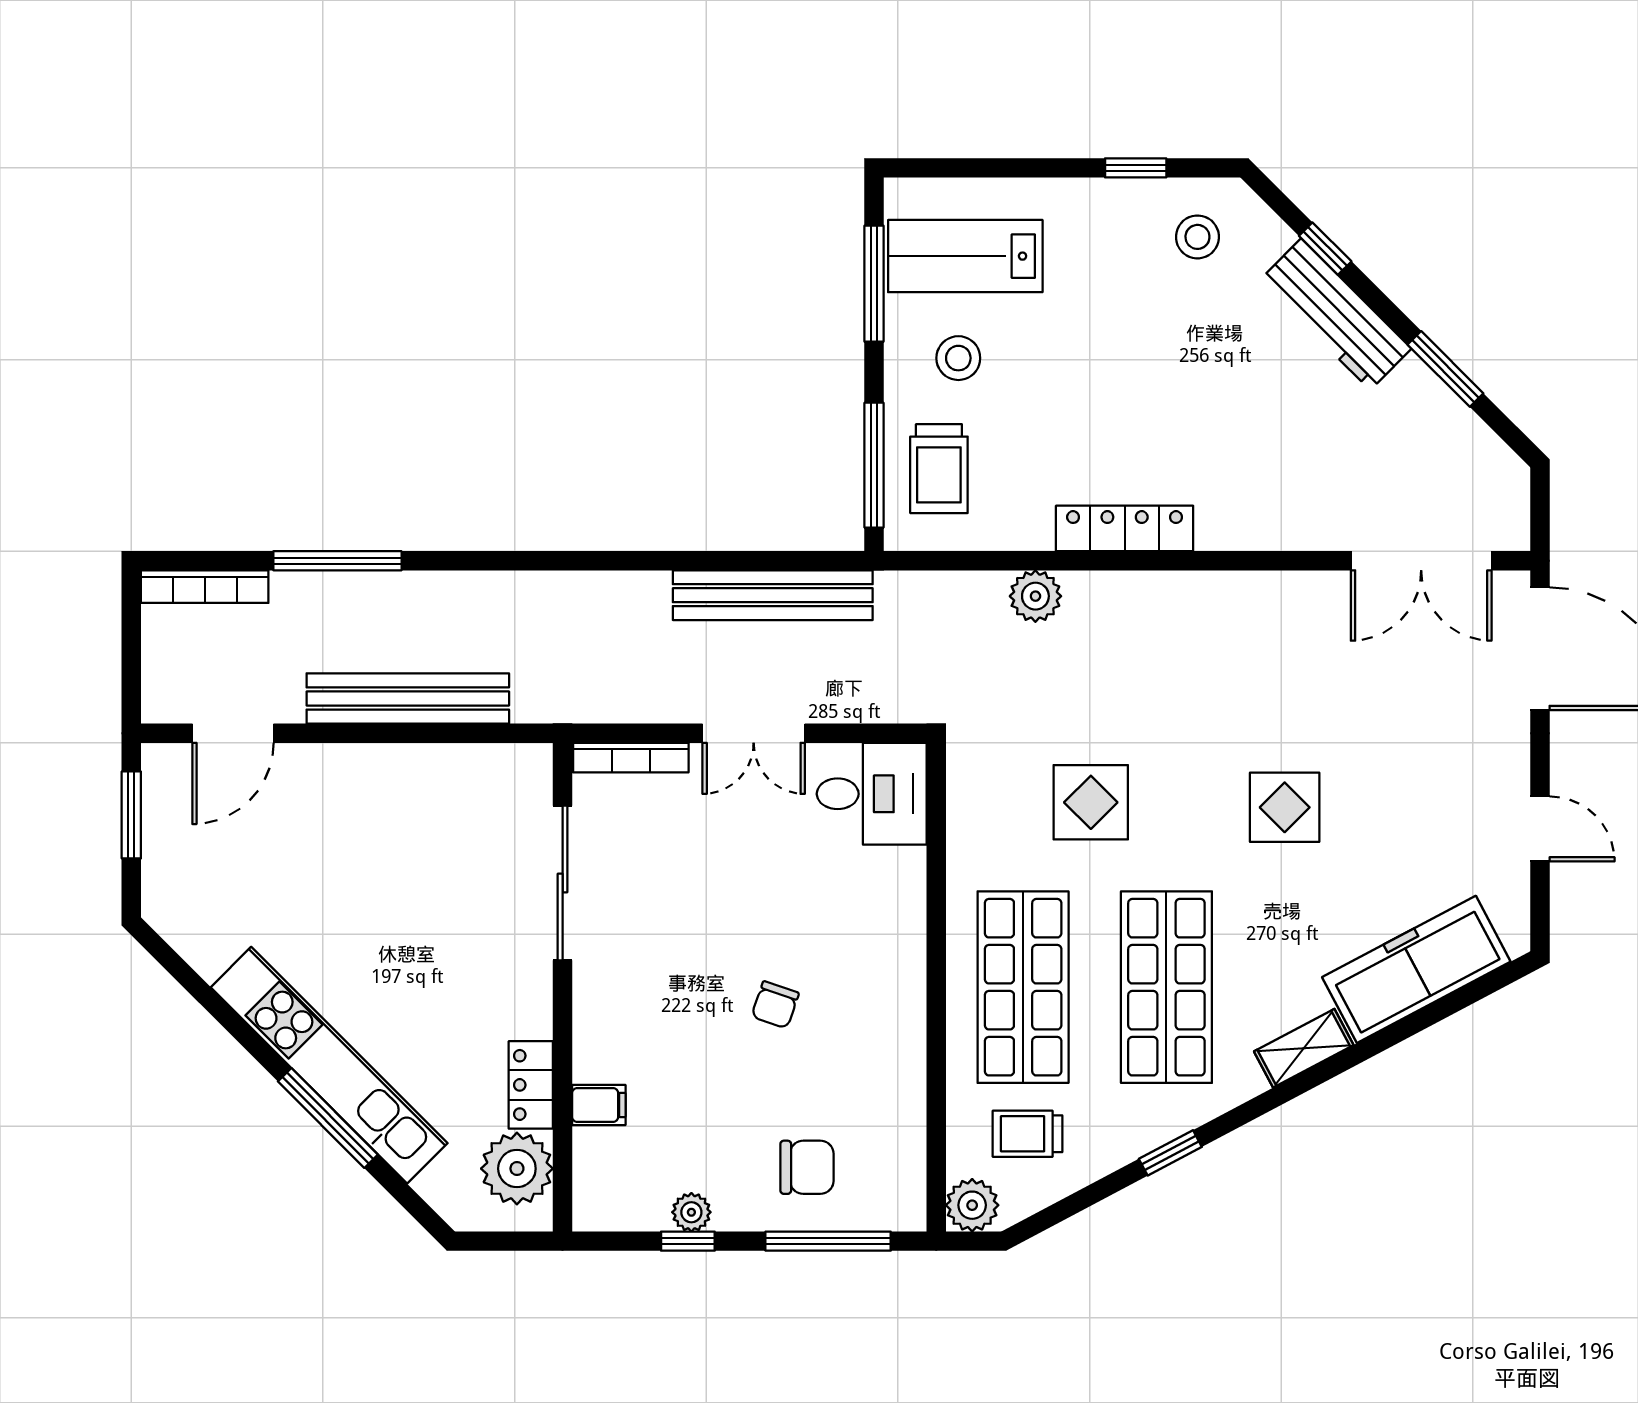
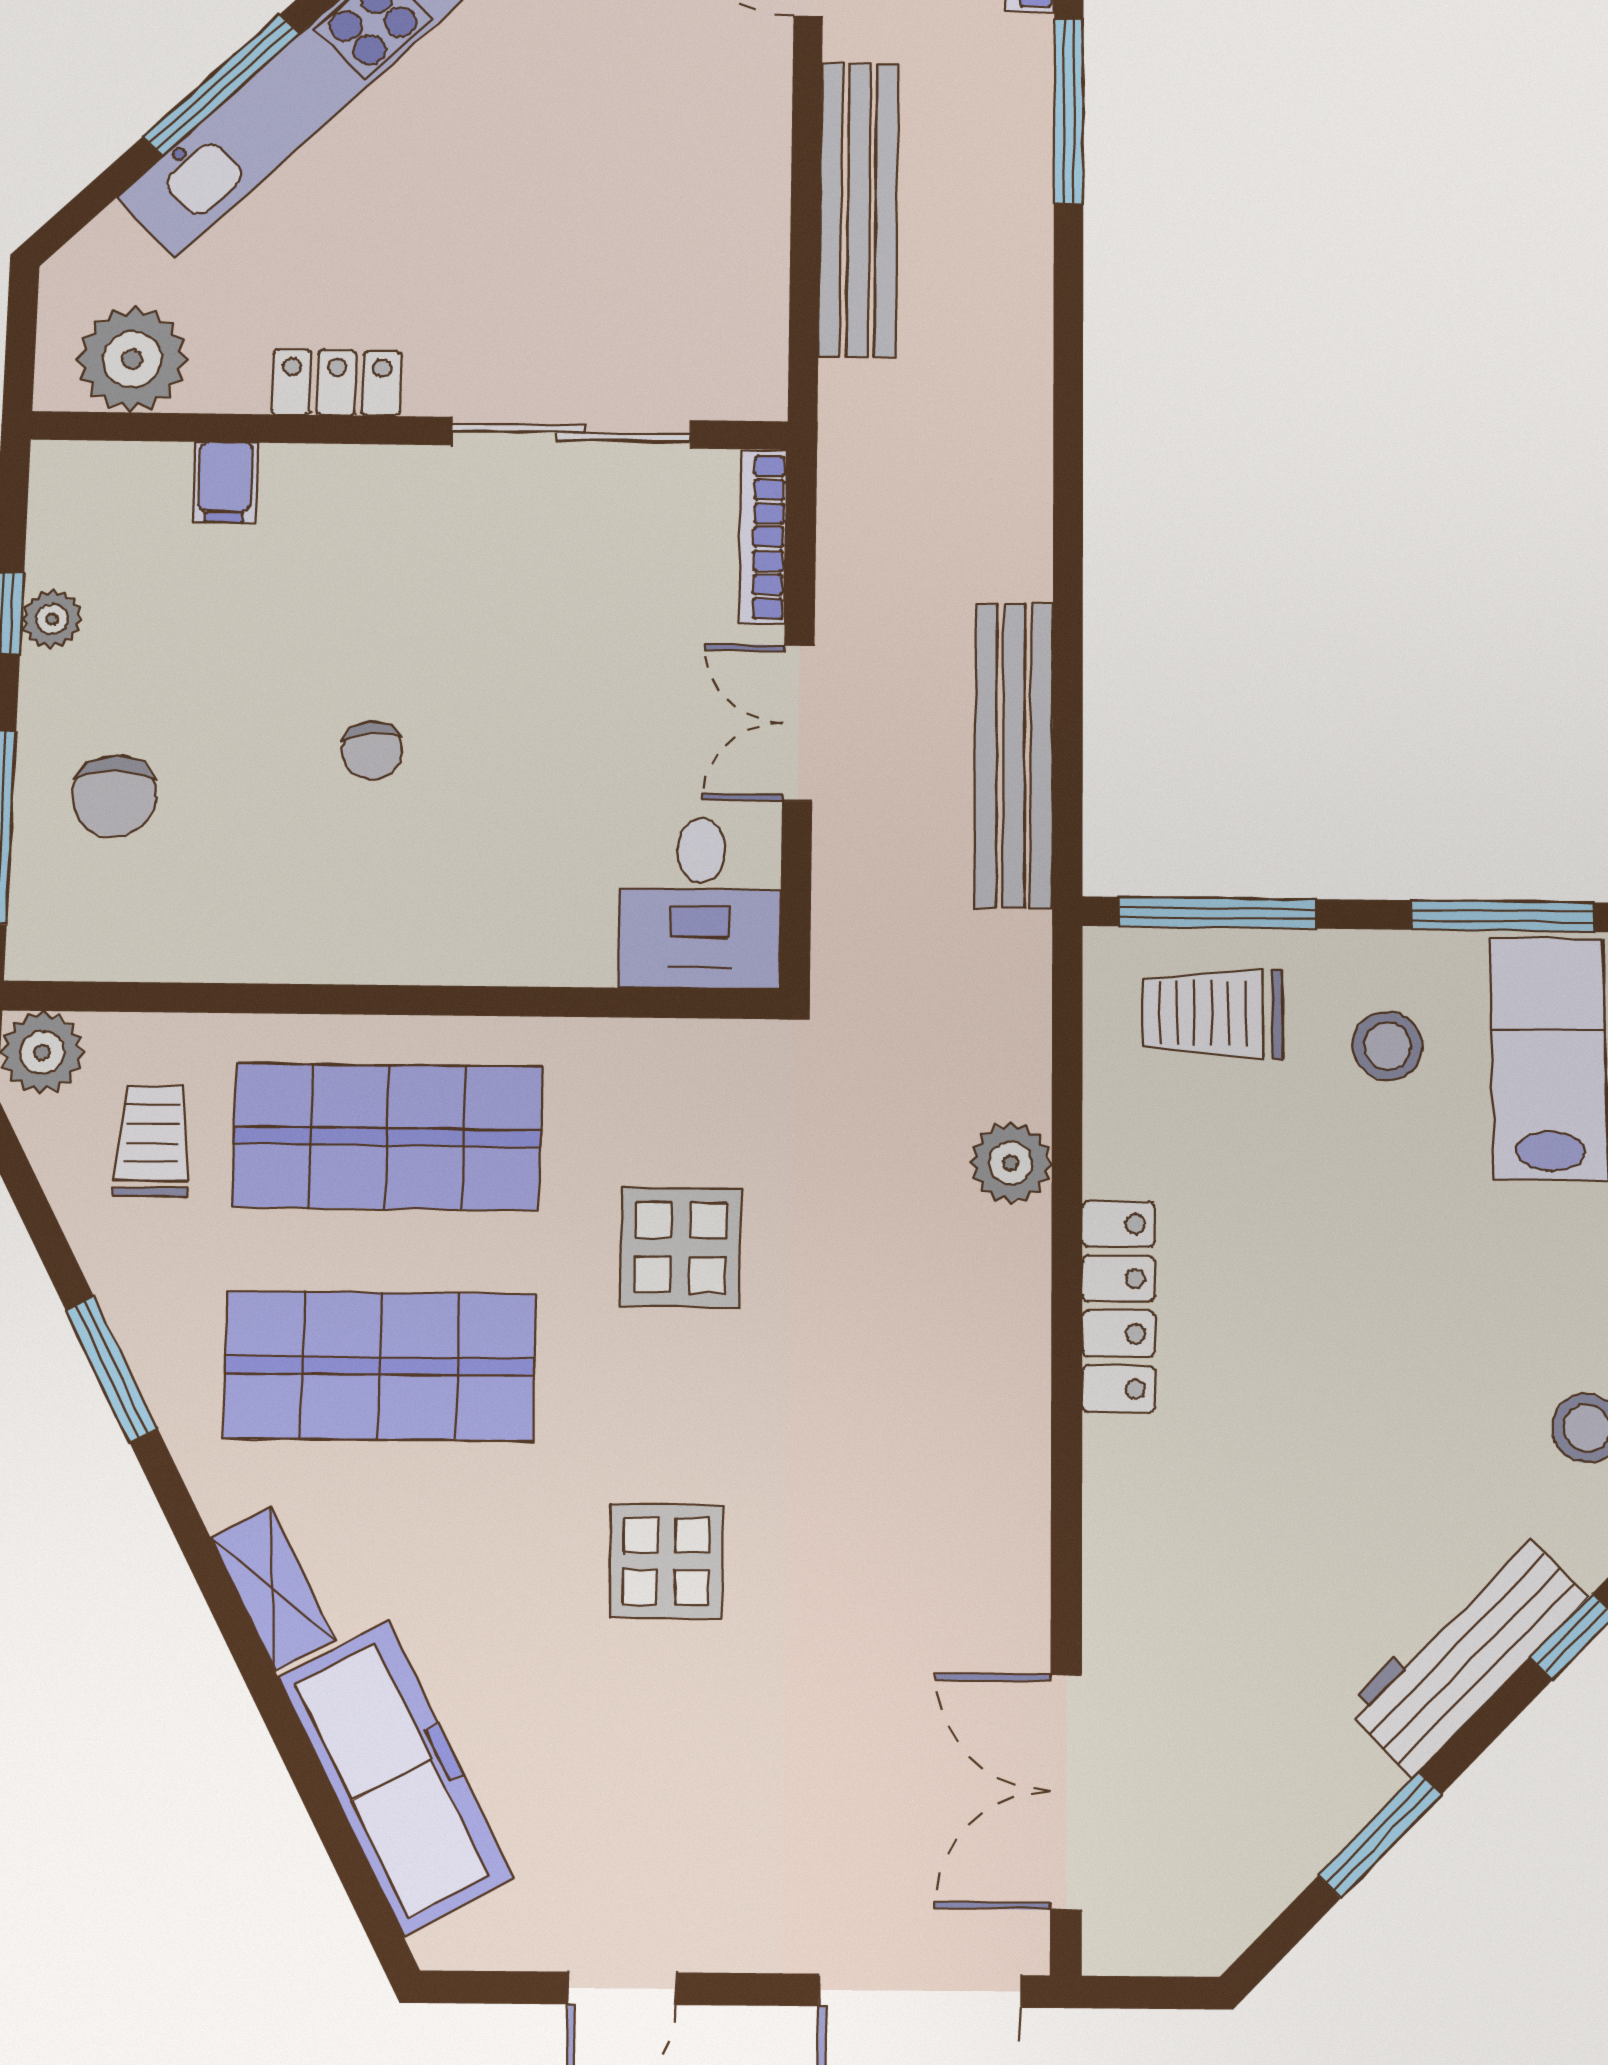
chair: (775, 1005) -> (372, 750), turned -114
locker: (531, 1085) -> (337, 383), moved
window: (1170, 1153) -> (112, 1370), width x1.50

